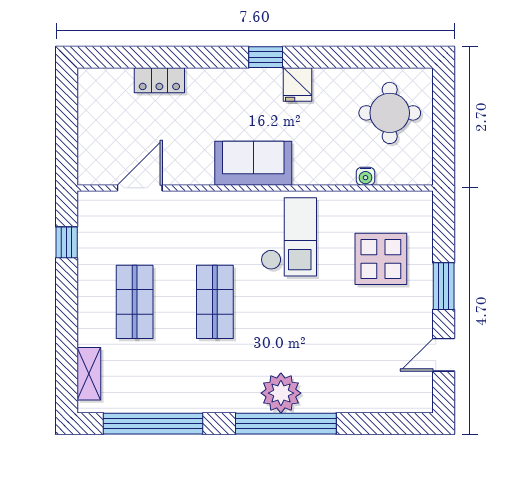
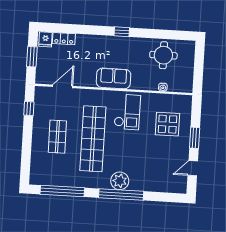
locker: (159, 80) -> (64, 39), moved
fridge: (297, 84) -> (46, 39), moved
round table: (390, 113) -> (163, 55), moved
window: (67, 125) -> (32, 57), added
shop shelf: (215, 302) -> (93, 139), width x2.00, depth x1.36
shelving: (89, 374) -> (35, 167), removed

